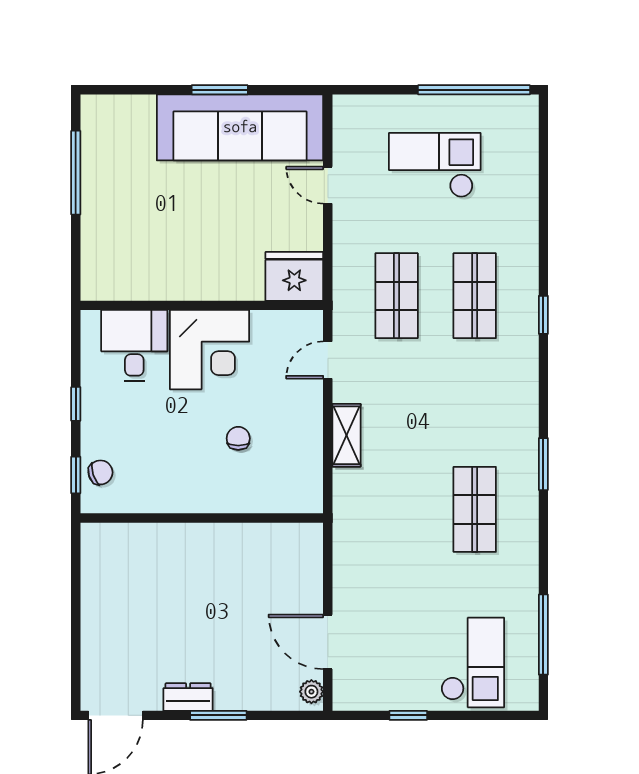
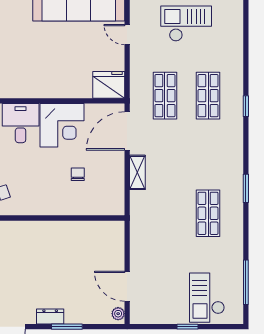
door: (328, 360) -> (127, 131), width x1.88
checkout: (473, 662) -> (207, 298), turned 180
window: (408, 715) -> (188, 327), moved

